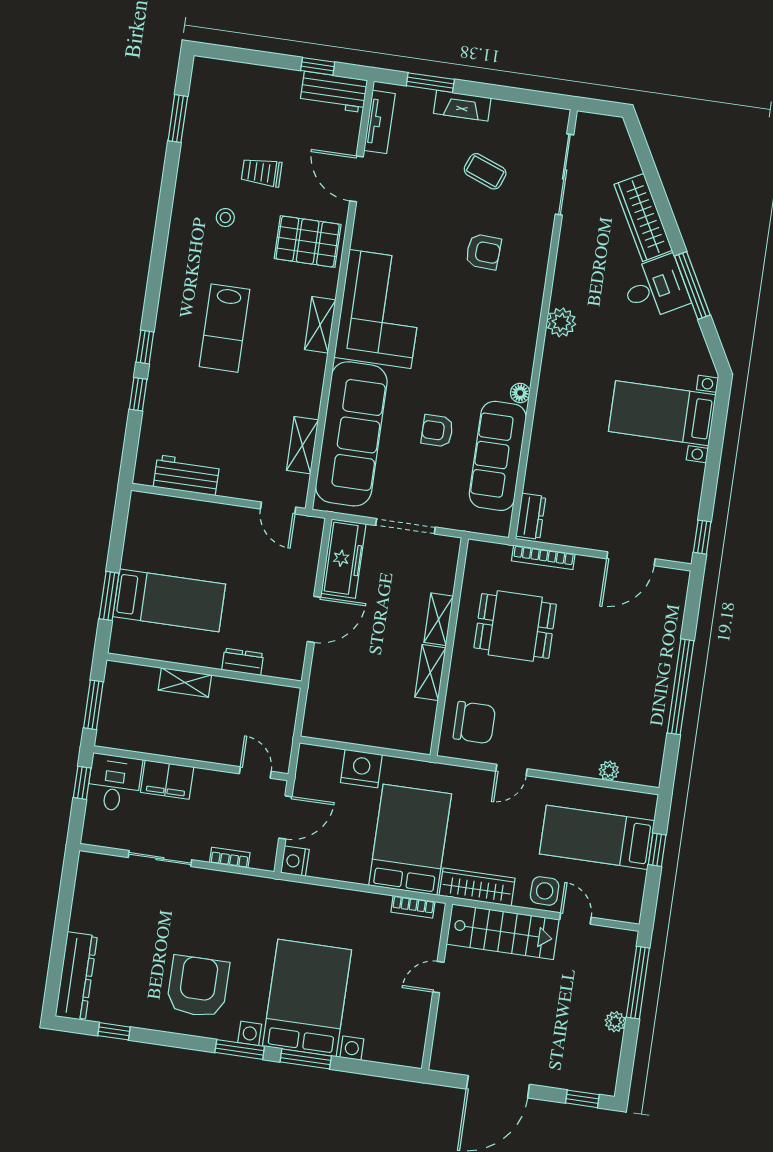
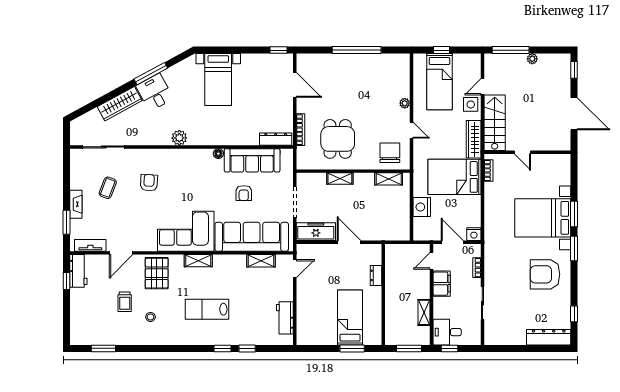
lab bench: (225, 328) -> (207, 309), turned 180
dresser: (531, 516) -> (276, 139), width x1.44
shelving: (430, 672) -> (389, 179), moved
shelving: (185, 683) -> (424, 312), moved
plant: (609, 771) -> (405, 103), moved
filing cabinet: (167, 780) -> (442, 284), moved

